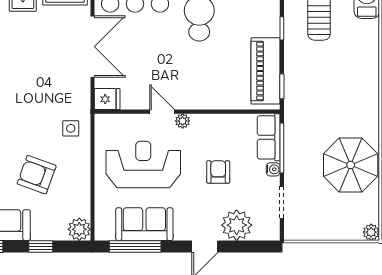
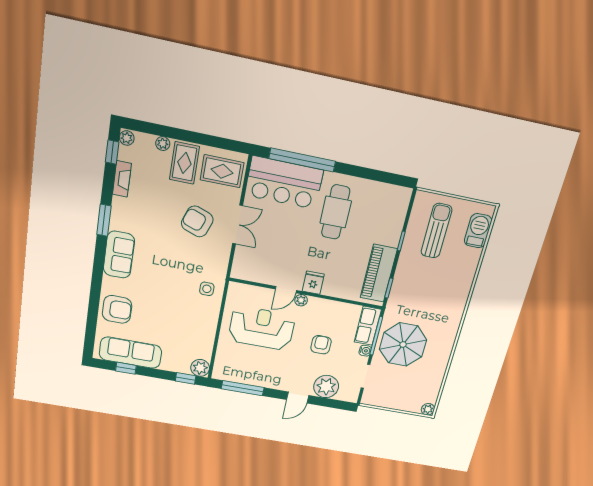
double door: (92, 47) -> (238, 225), width x0.73
fridge: (107, 99) -> (313, 283), moved, turned -90
door: (162, 112) -> (286, 290), swing flipped
parasol: (351, 165) -> (403, 345), moved
armchair: (37, 175) -> (197, 221), moved
sofa: (144, 224) -> (253, 373), removed
window: (41, 246) -> (186, 378), moved

